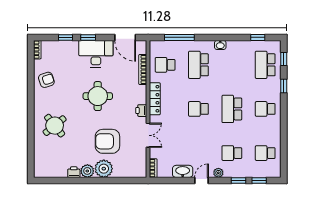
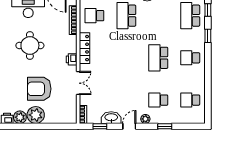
school desk: (198, 109) -> (126, 58), removed
window: (259, 180) -> (100, 126), moved

